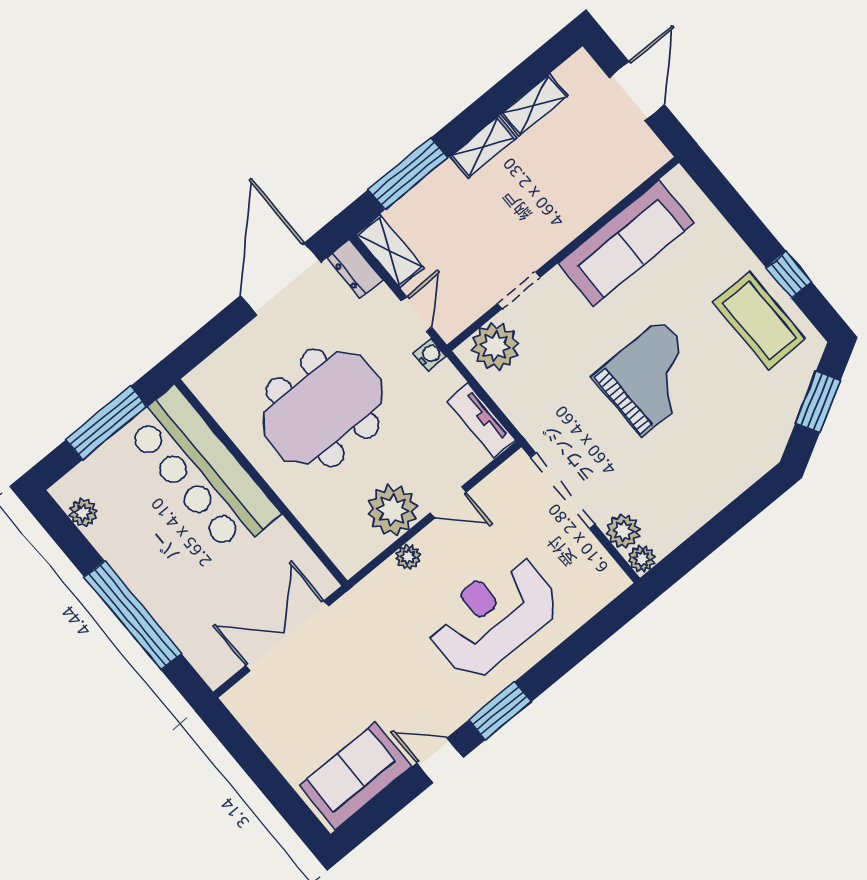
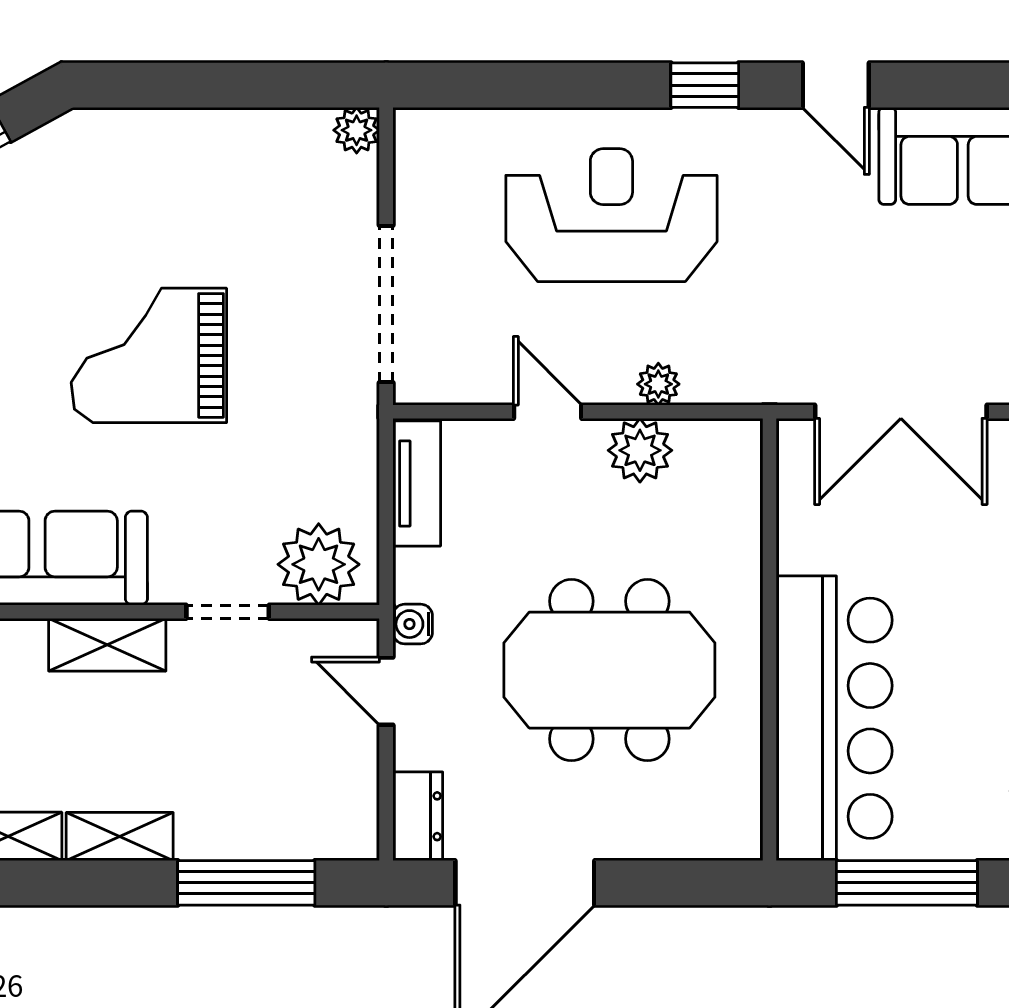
shelving: (390, 251) -> (107, 645), moved, turned 90
door: (416, 314) -> (386, 691), hinge flipped
plant: (392, 510) -> (640, 450), width x0.73, depth x0.73
plant: (623, 531) -> (351, 186), removed
reception desk: (493, 616) -> (611, 215), turned 180
window: (500, 711) -> (705, 85), width x0.67

